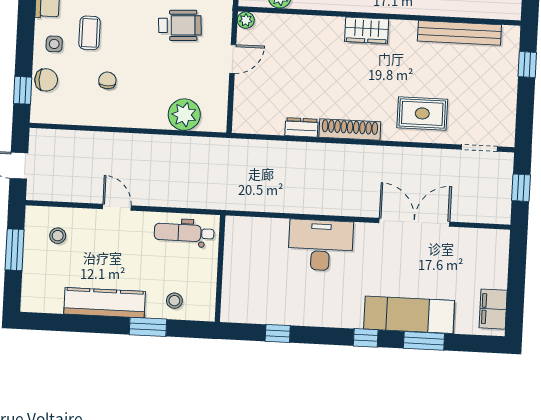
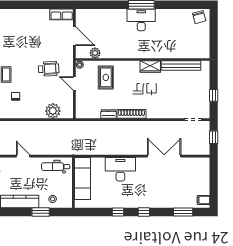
wardrobe: (367, 30) -> (150, 67), moved
door: (233, 59) -> (74, 83), swing flipped
window: (527, 65) -> (214, 95), moved
rug: (422, 113) -> (106, 77), moved, turned 90
filing cabinet: (493, 309) -> (203, 200), width x0.50
exam couch: (409, 315) -> (83, 179), moved, turned 90
window: (278, 333) -> (118, 212), moved
window: (424, 341) -> (183, 212), moved

